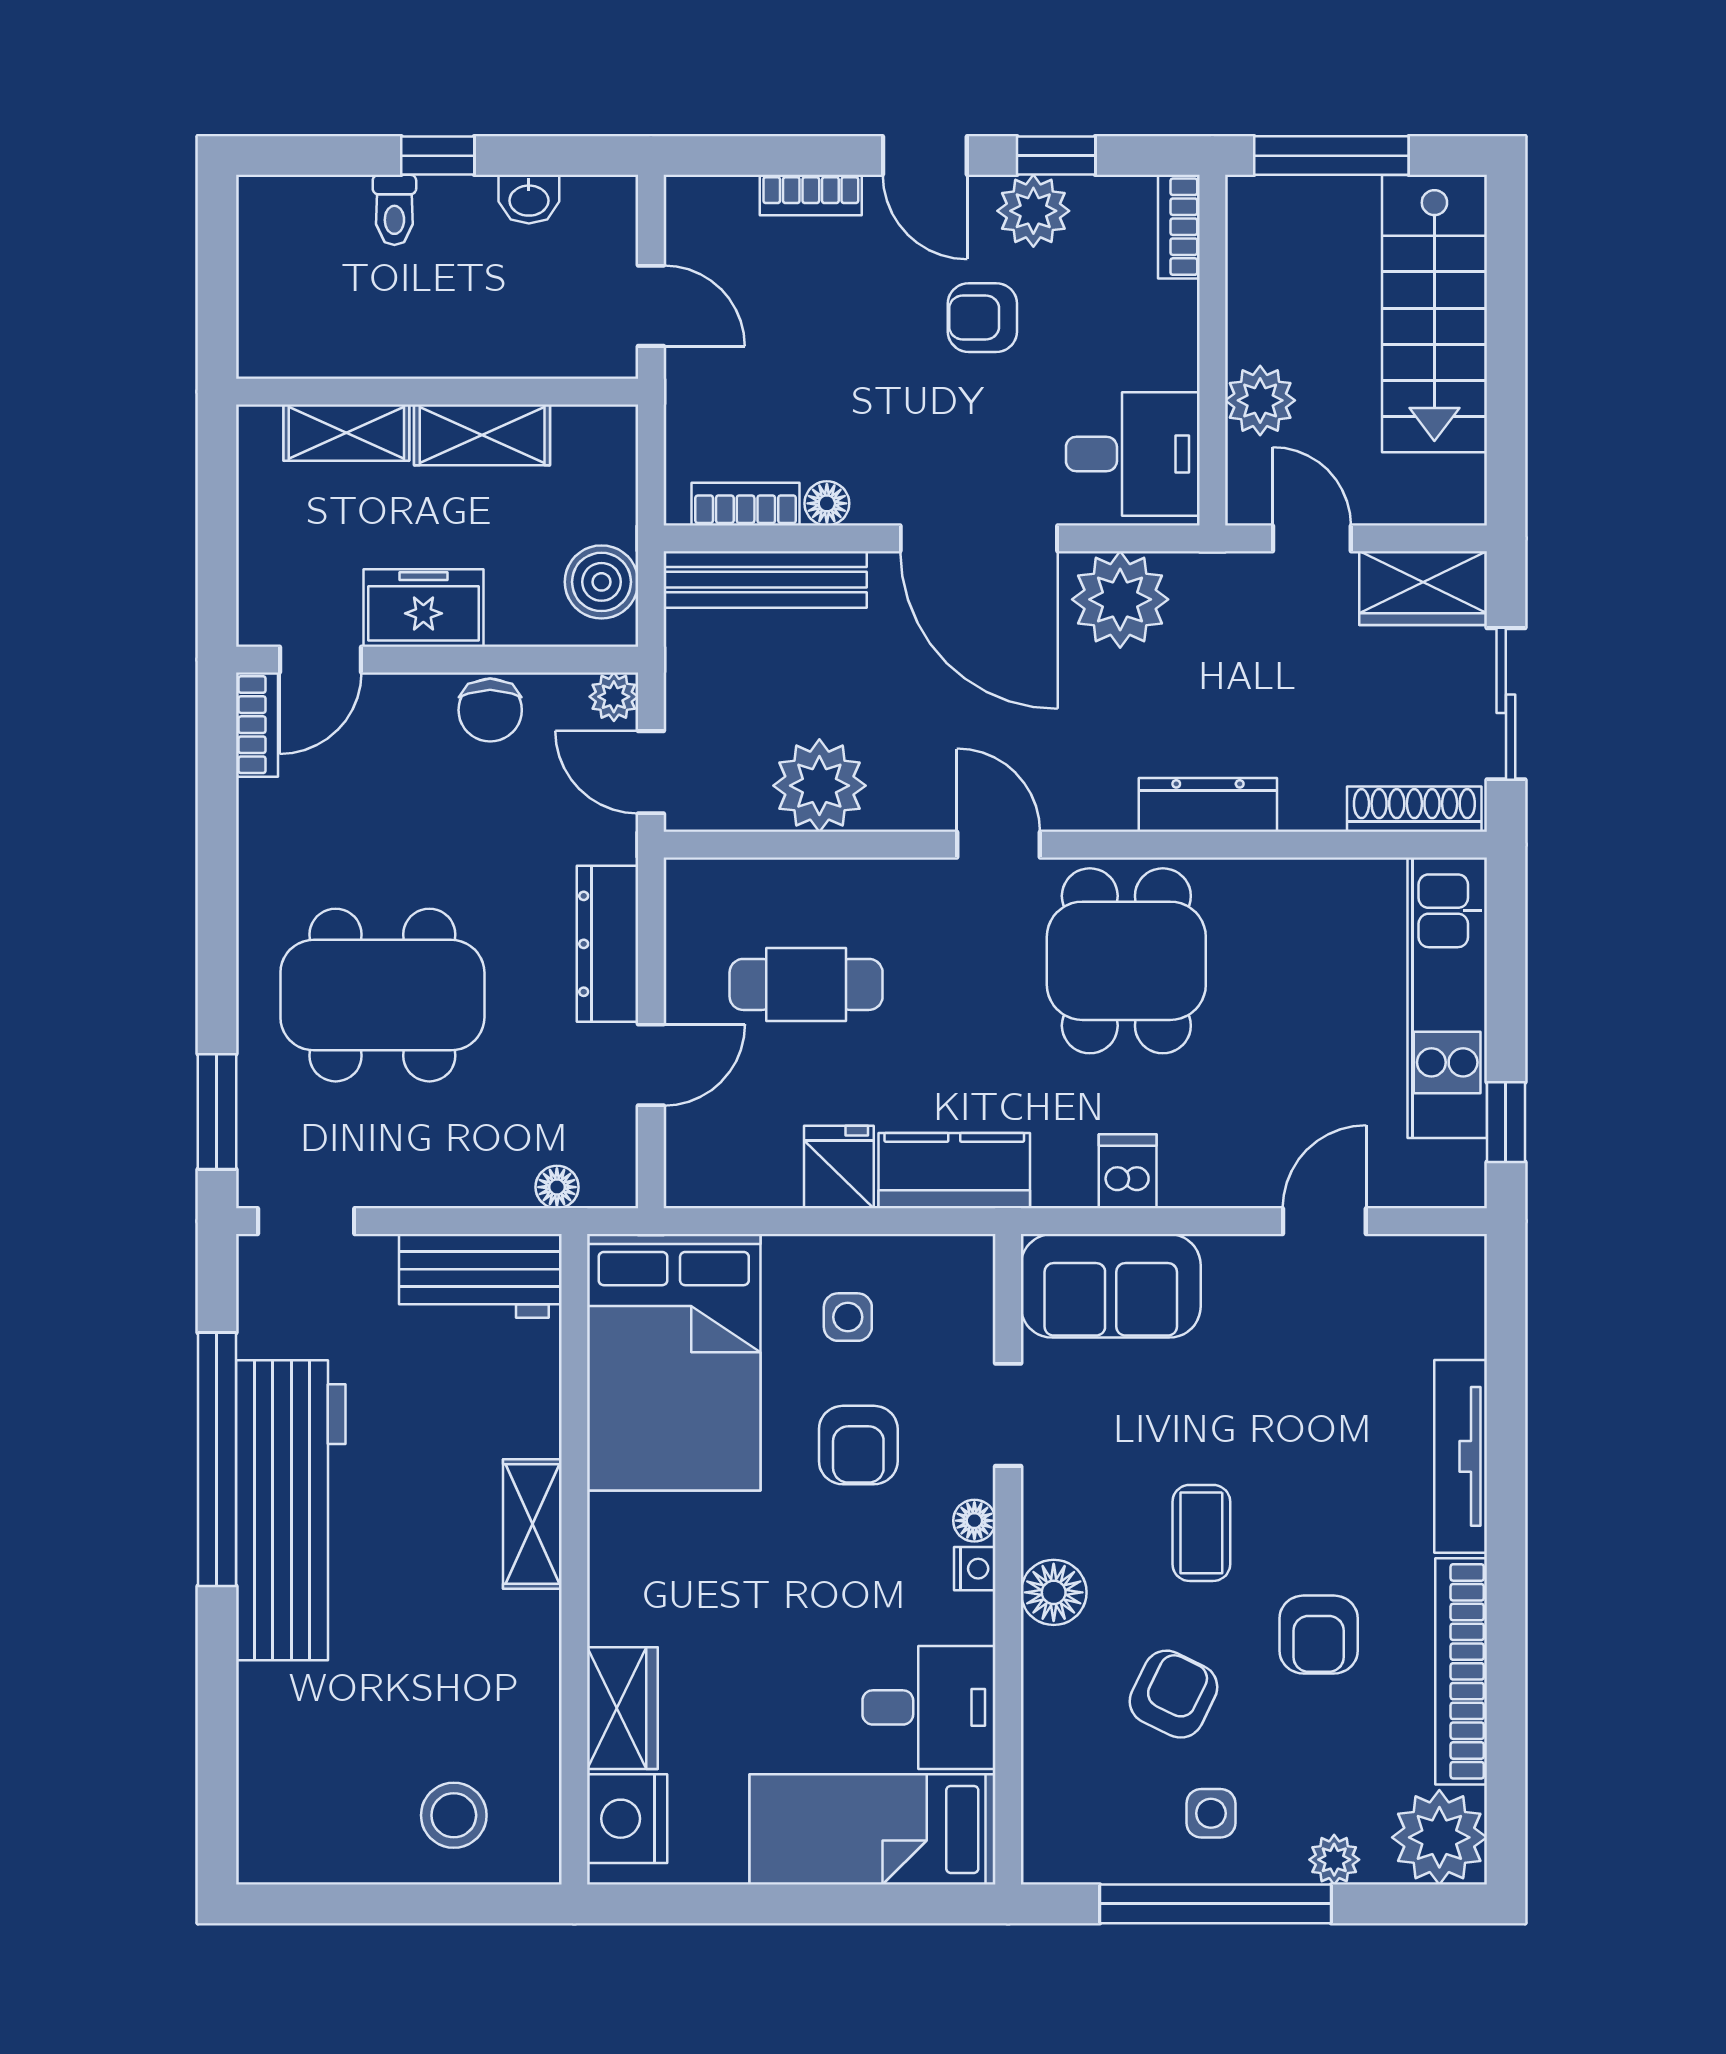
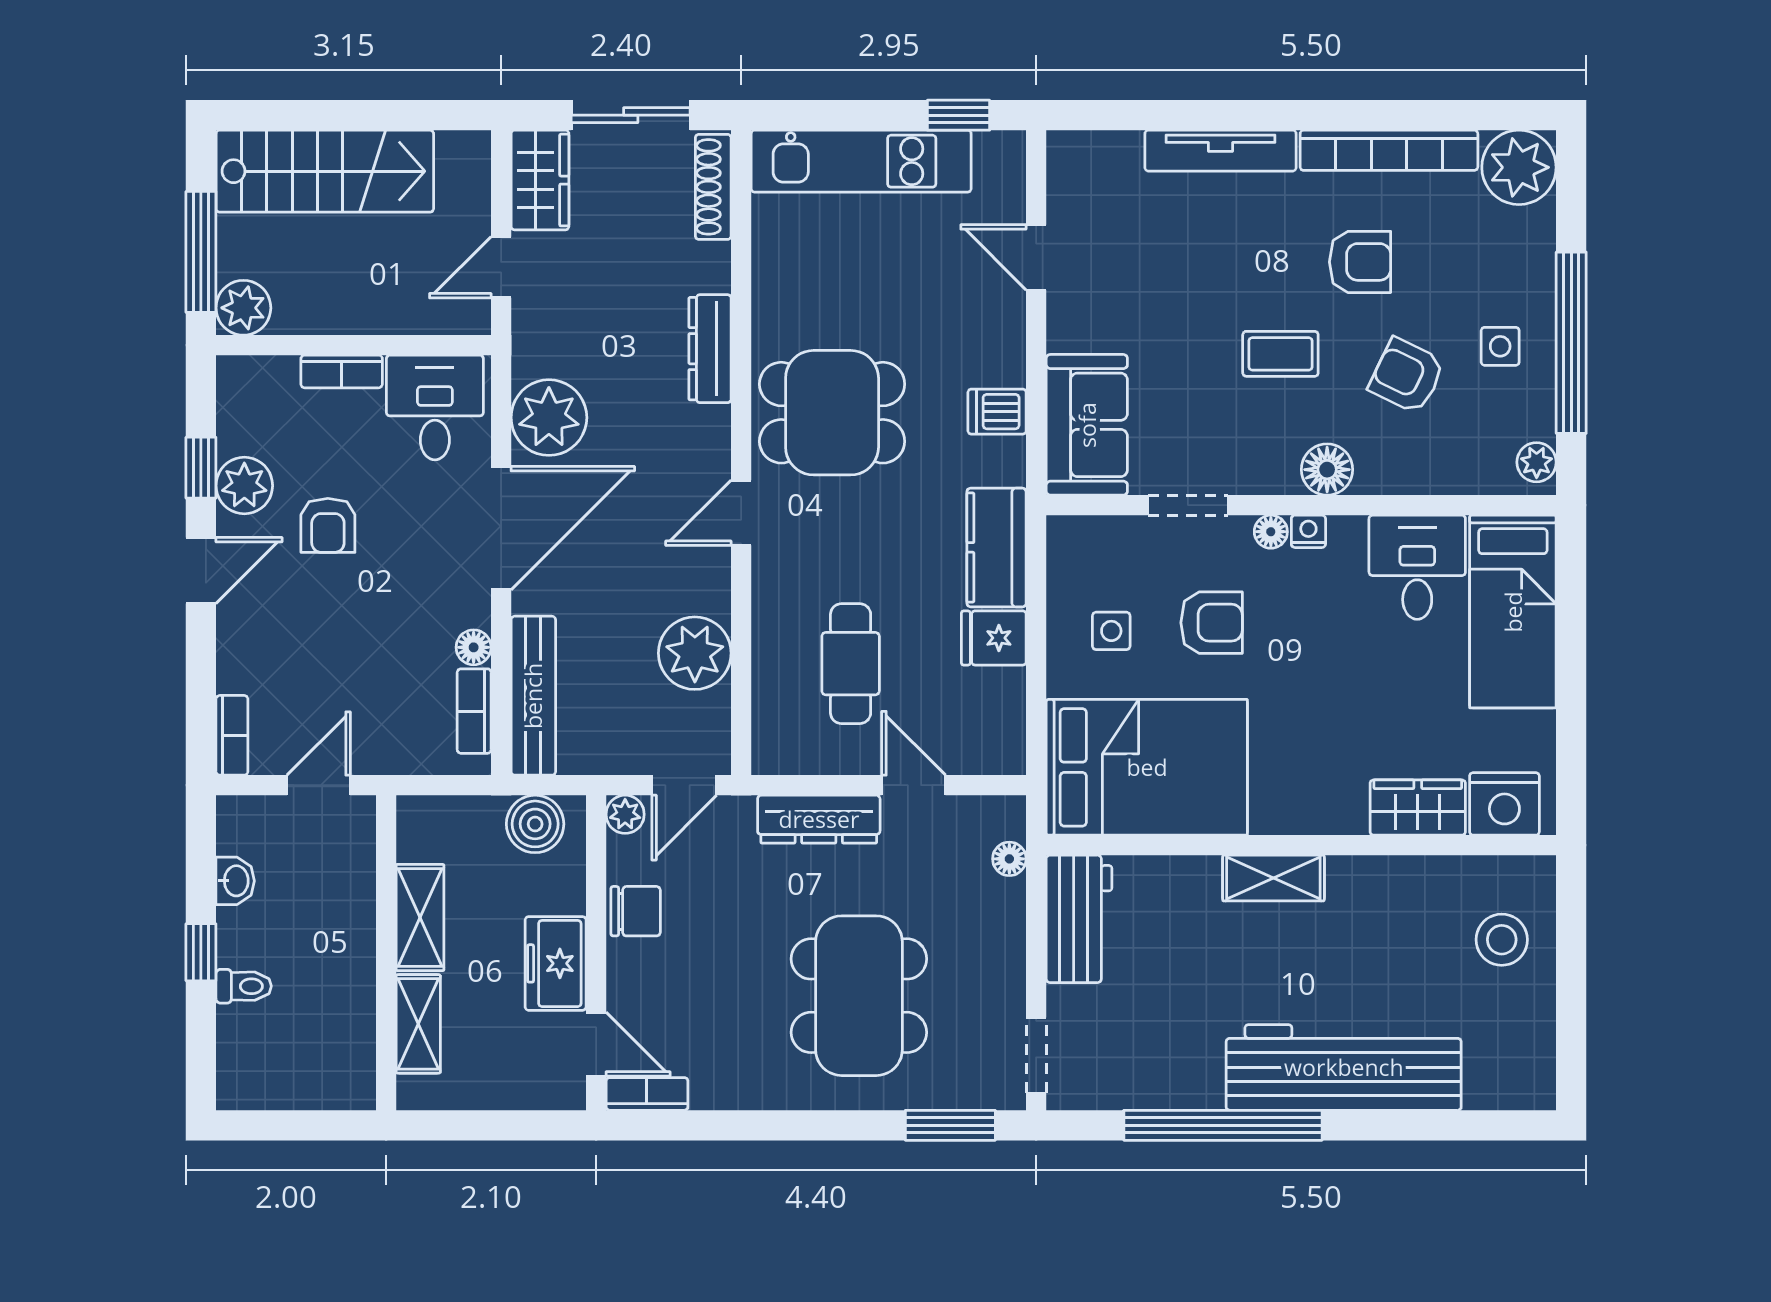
bookcase: (811, 195) -> (232, 735), moved
bookcase: (1179, 227) -> (342, 371), moved
plant: (1260, 400) -> (243, 308), moved
workbench: (291, 1510) -> (1344, 1067), moved
plant: (1334, 1860) -> (1537, 462), moved

